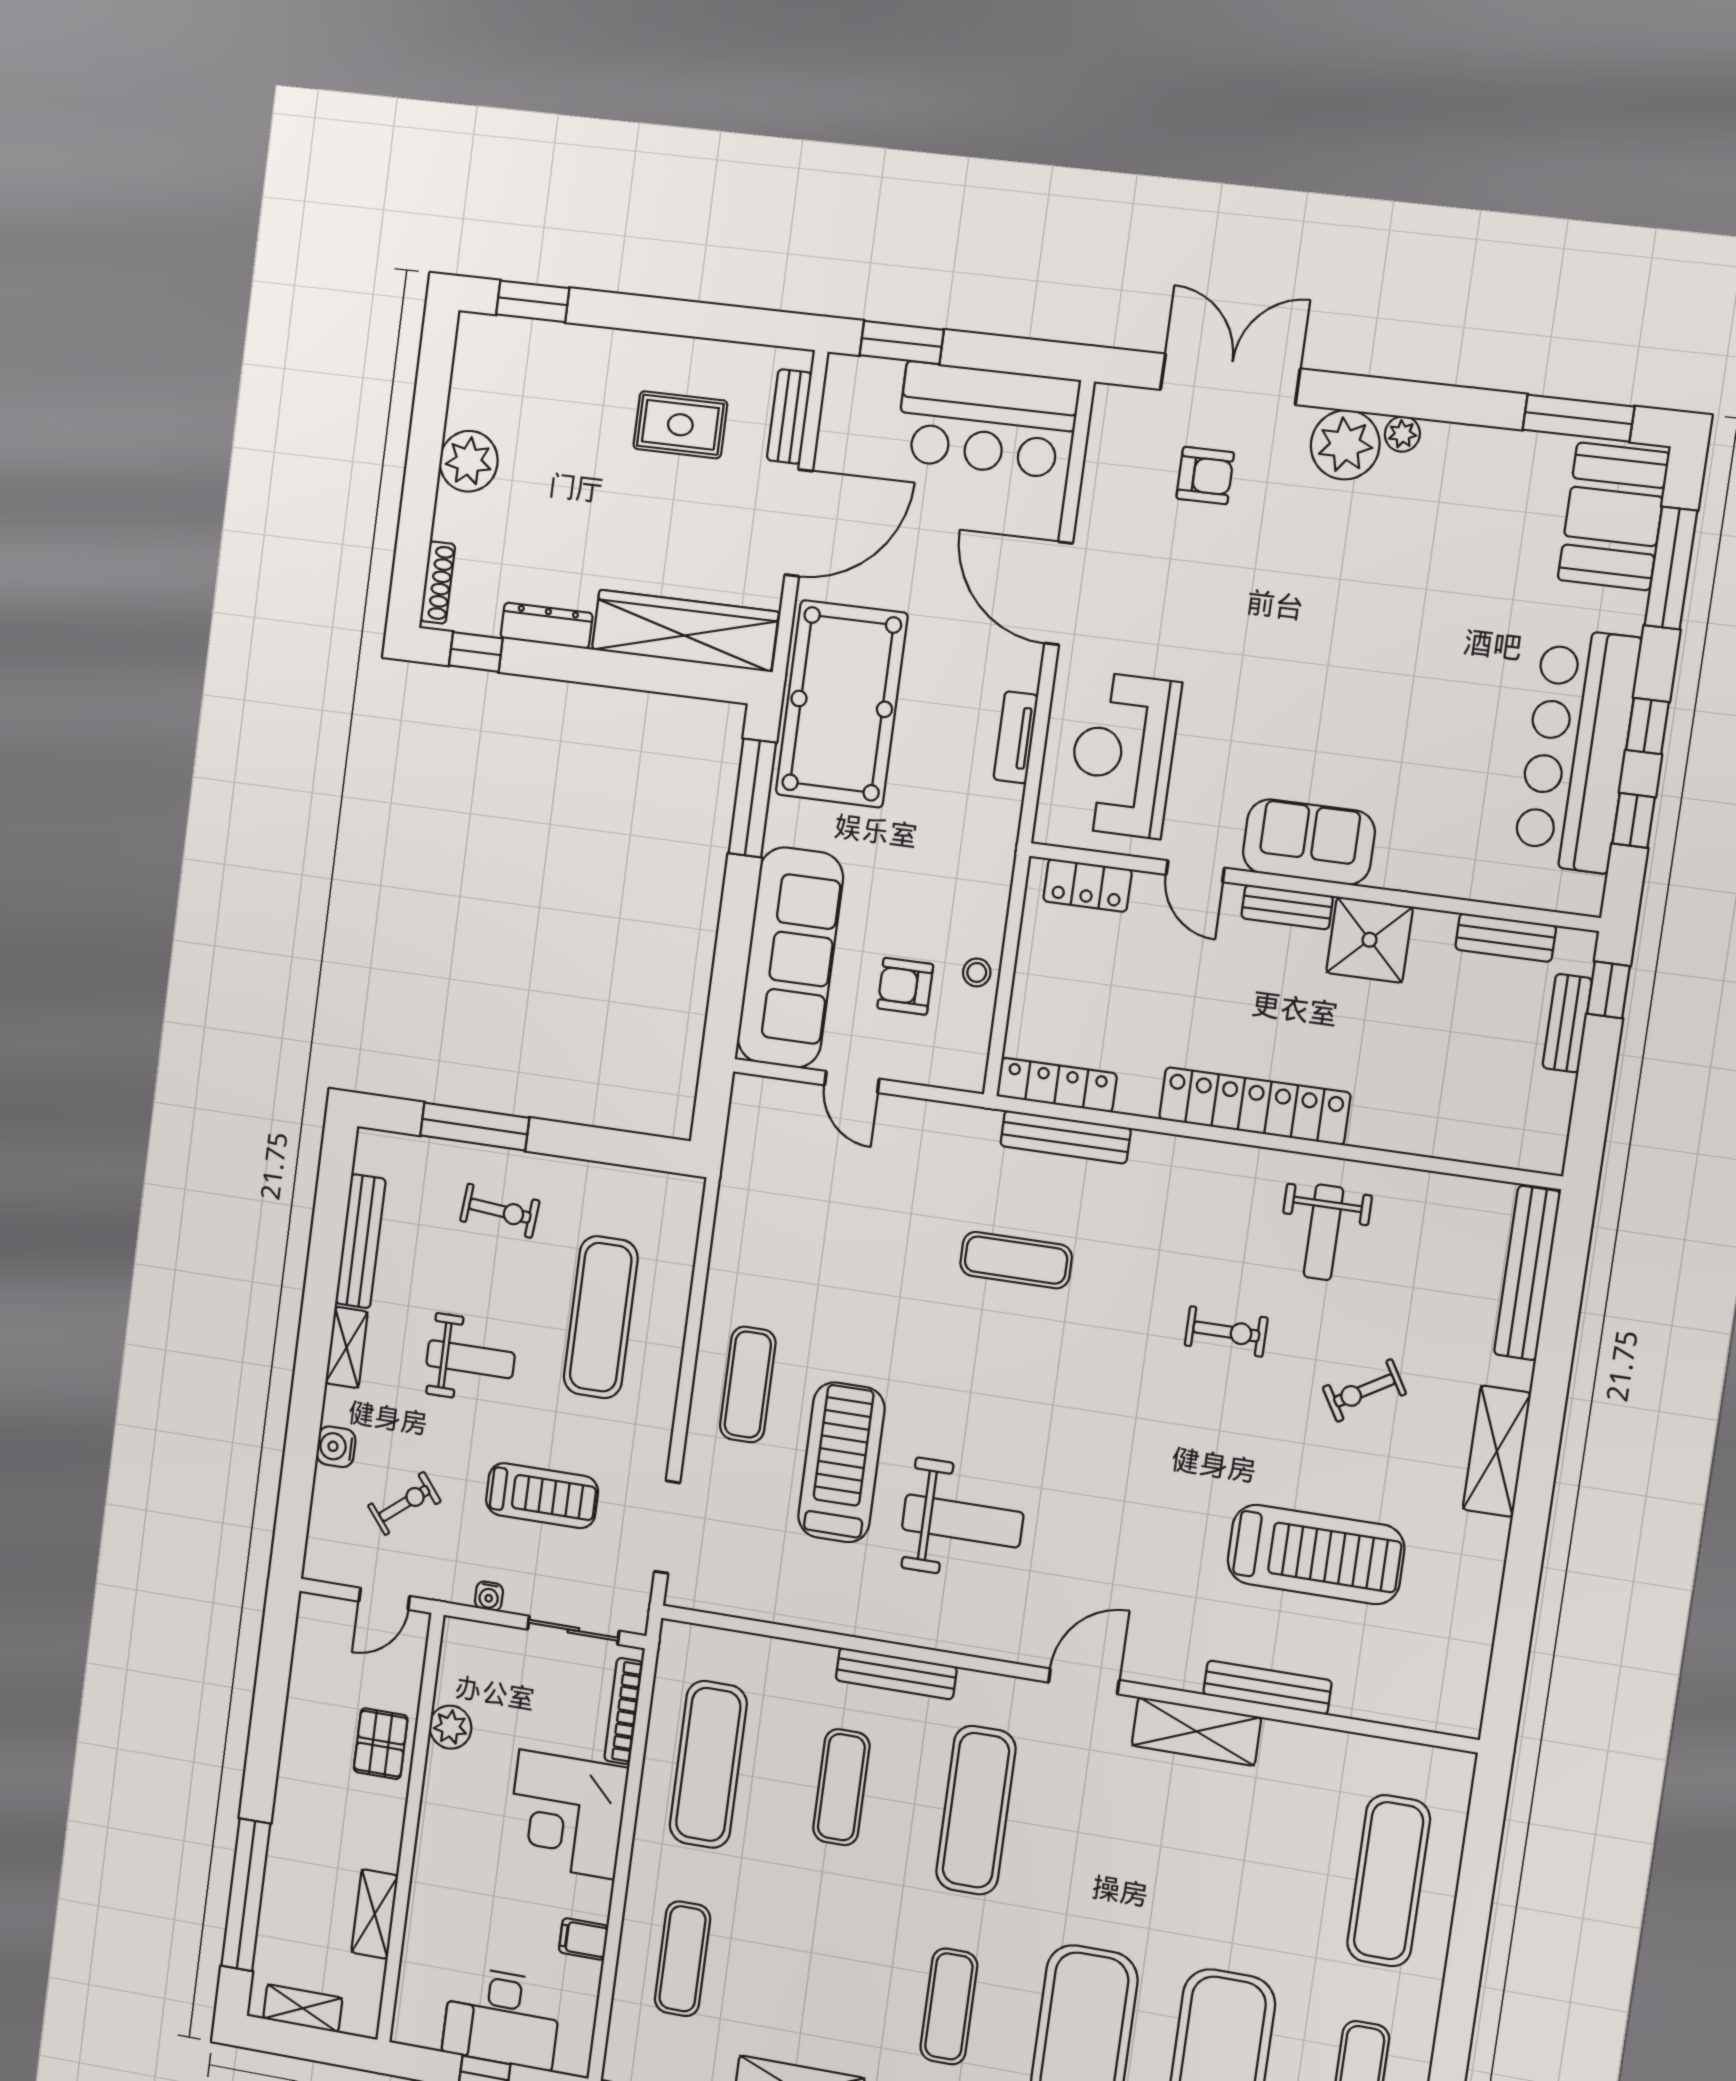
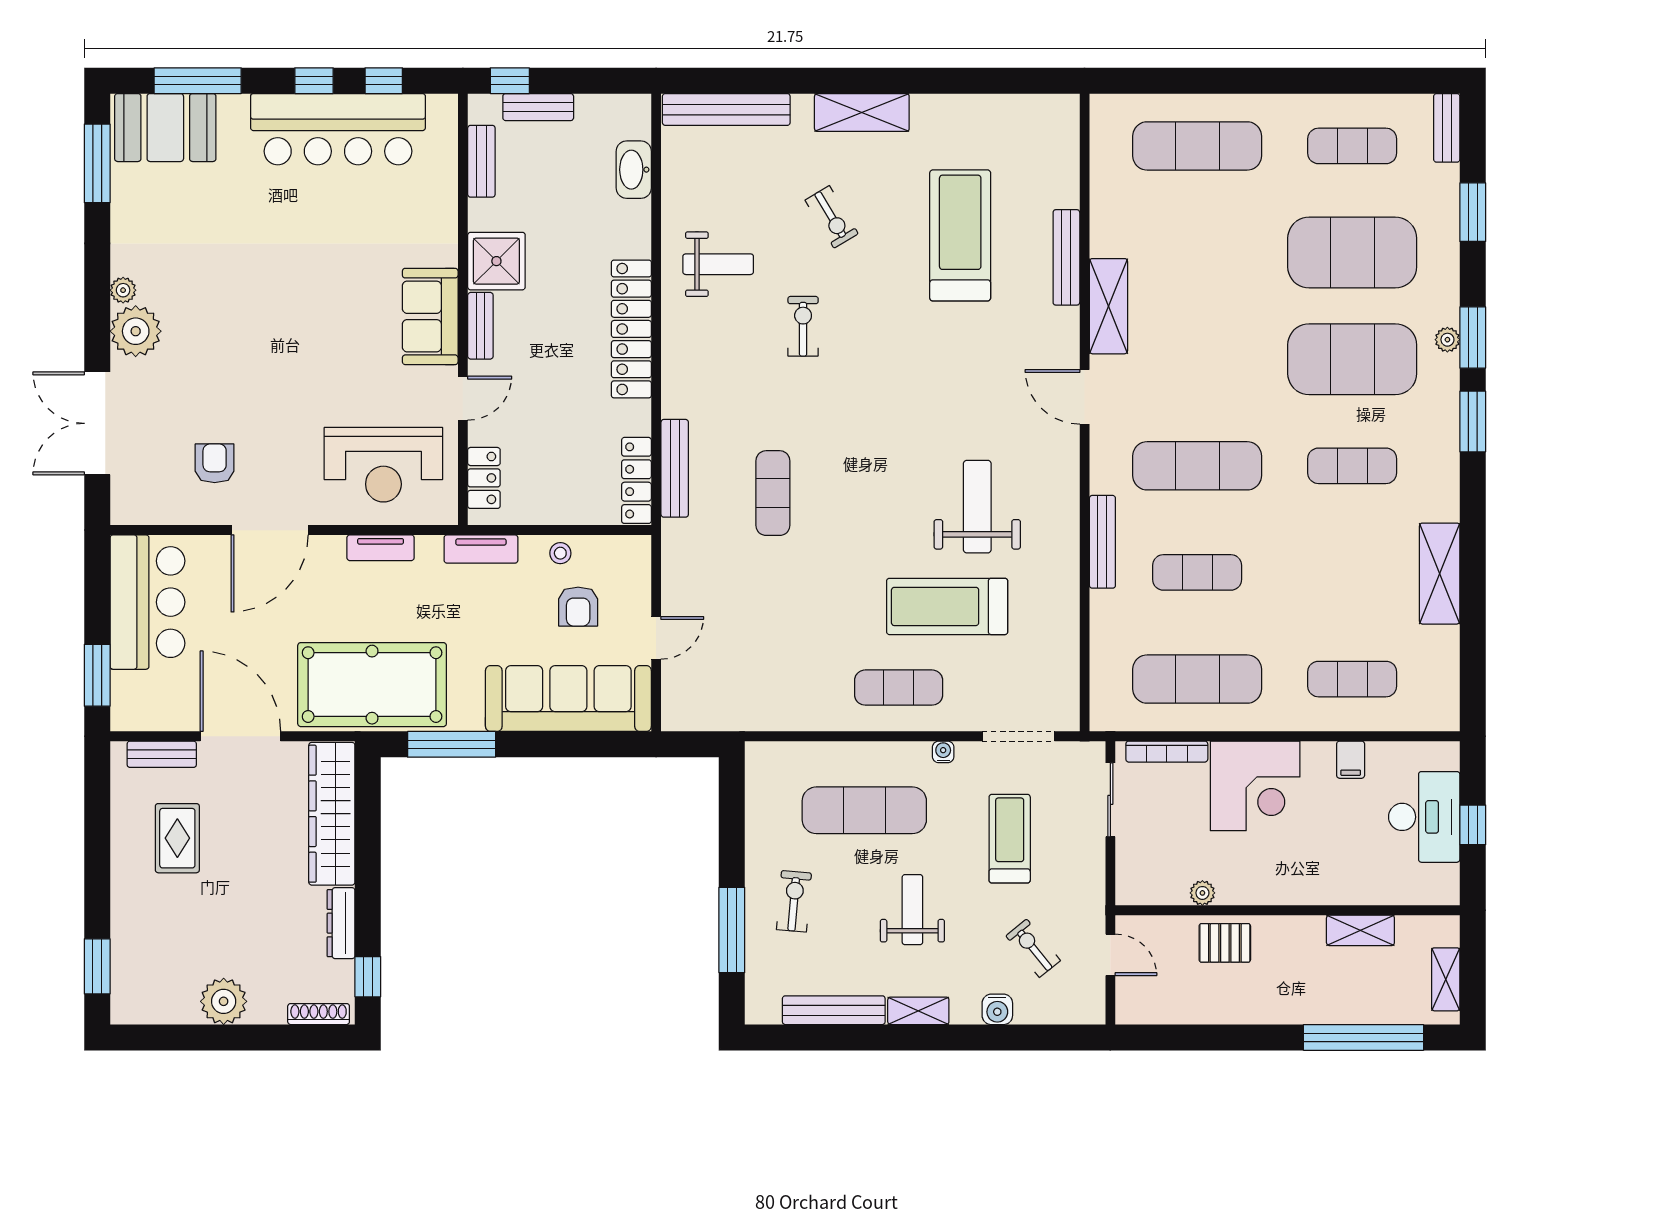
armchair: (1205, 476) -> (215, 463), moved
tv unit: (996, 869) -> (481, 549), added
washbasin: (1465, 1139) -> (634, 170), added
water cooler: (489, 1596) -> (943, 752), moved, turned -90
plant: (450, 1727) -> (1202, 893), width x0.73, depth x0.73

